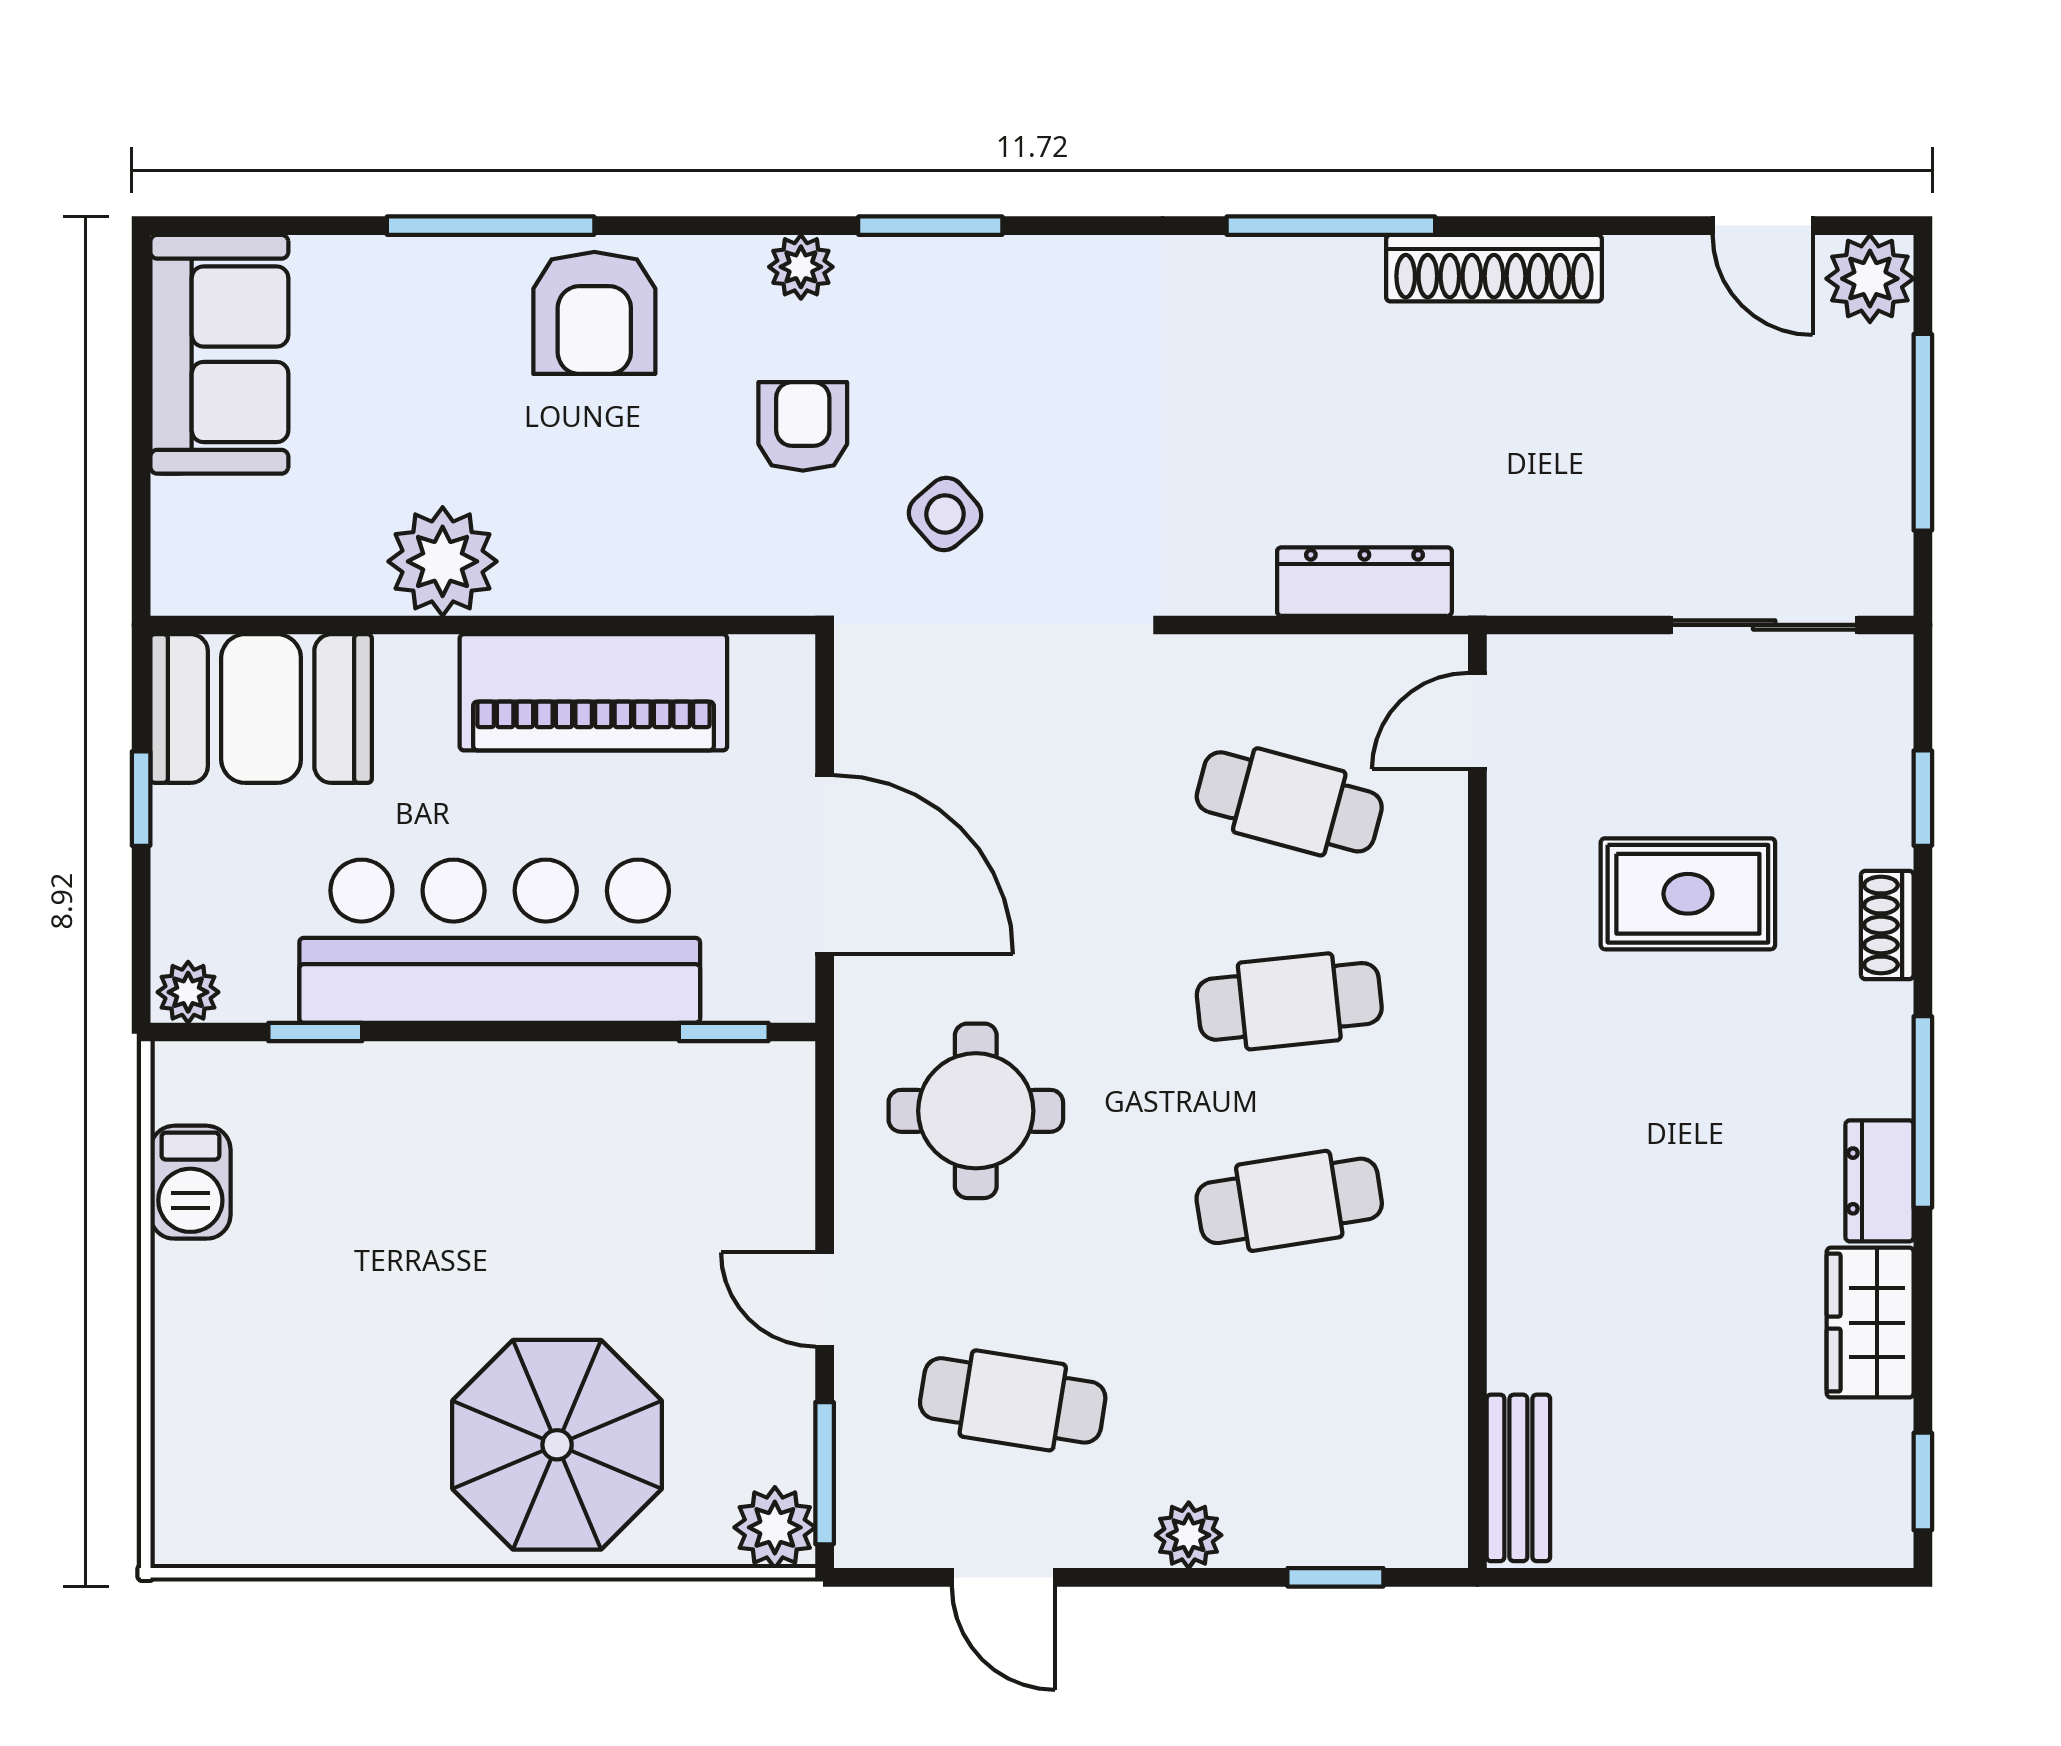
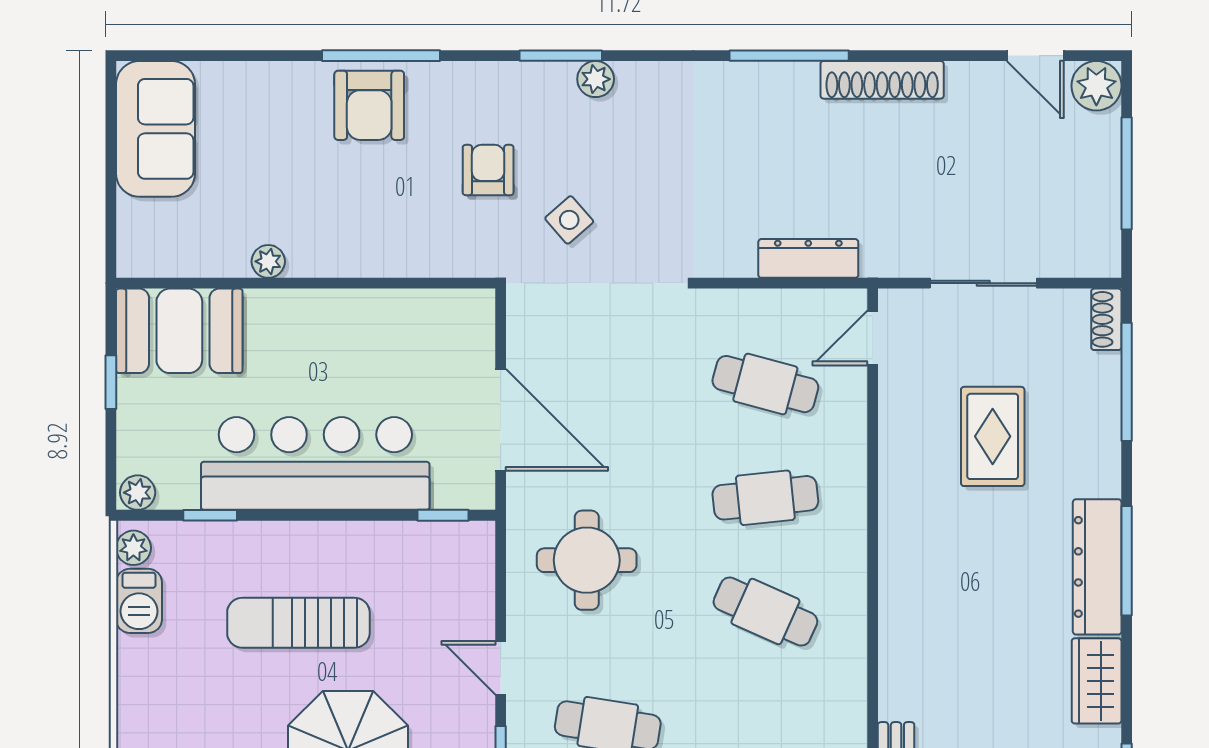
window: (491, 226) -> (381, 56), moved
plant: (801, 267) -> (596, 79), moved
plant: (443, 561) -> (268, 261), width x0.53, depth x0.53
sliding door: (1764, 625) -> (983, 283), moved
piano: (593, 692) -> (369, 322), removed
window: (1923, 798) -> (1127, 382), width x2.17
rug: (1688, 894) -> (993, 436), turned 90
shoe rack: (1887, 925) -> (1106, 319), moved
plant: (181, 1089) -> (133, 548), added
dresser: (1880, 1181) -> (1097, 567), width x1.96, depth x1.24
cafe table: (1289, 1201) -> (765, 612), turned 33
sun lounger: (470, 1221) -> (298, 623), added

